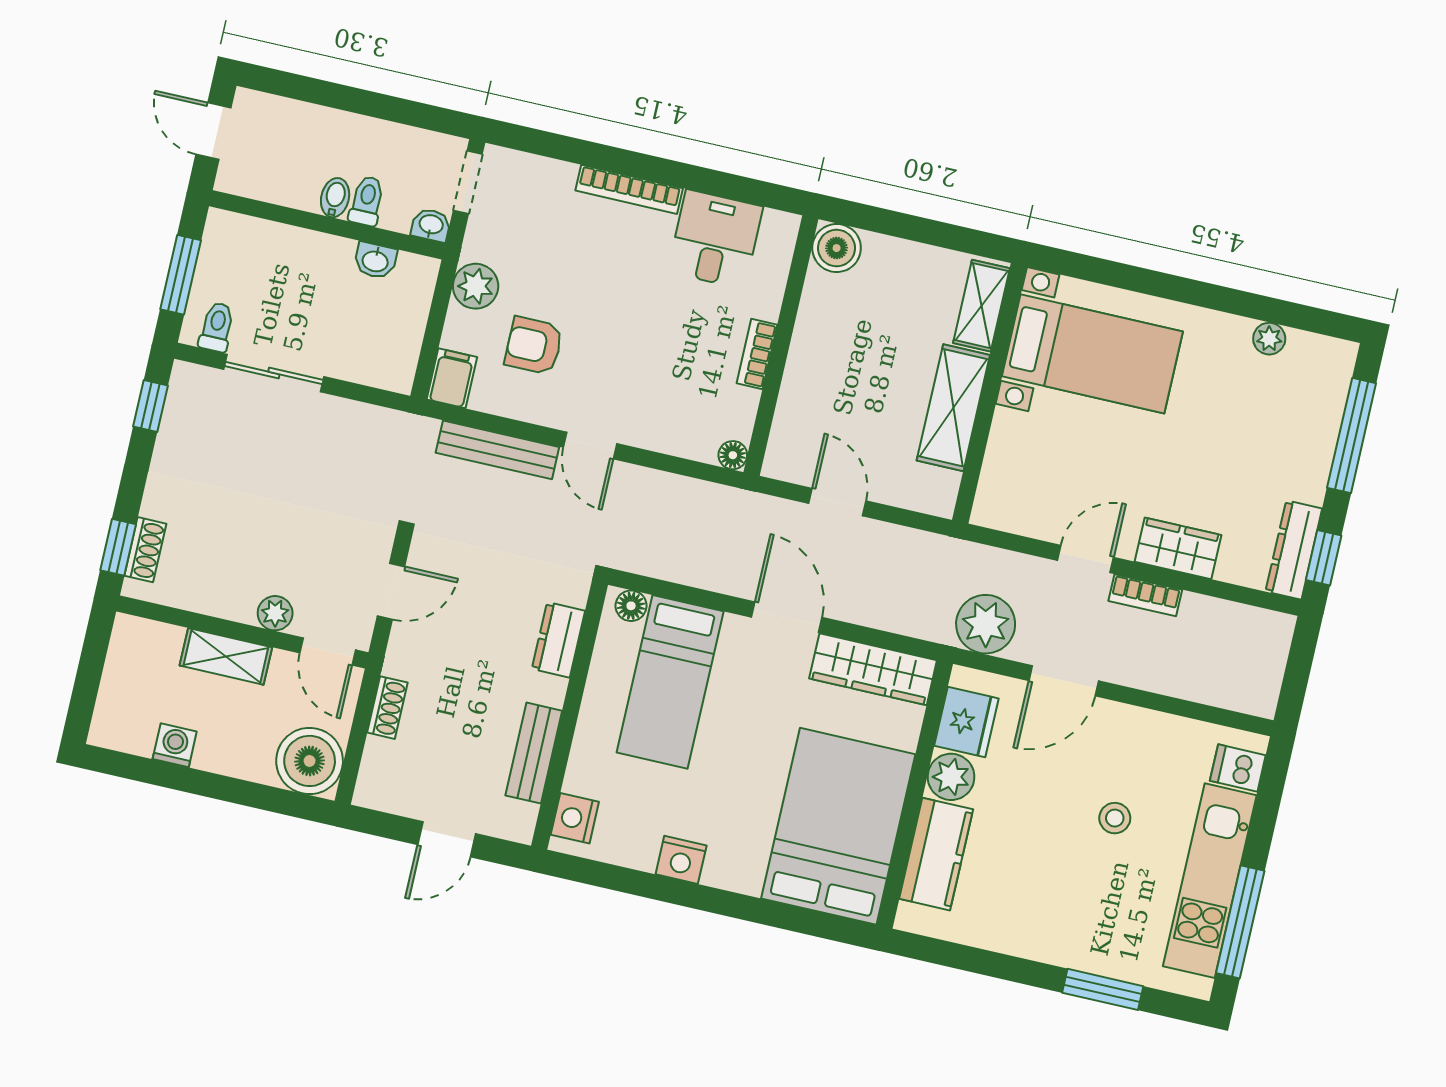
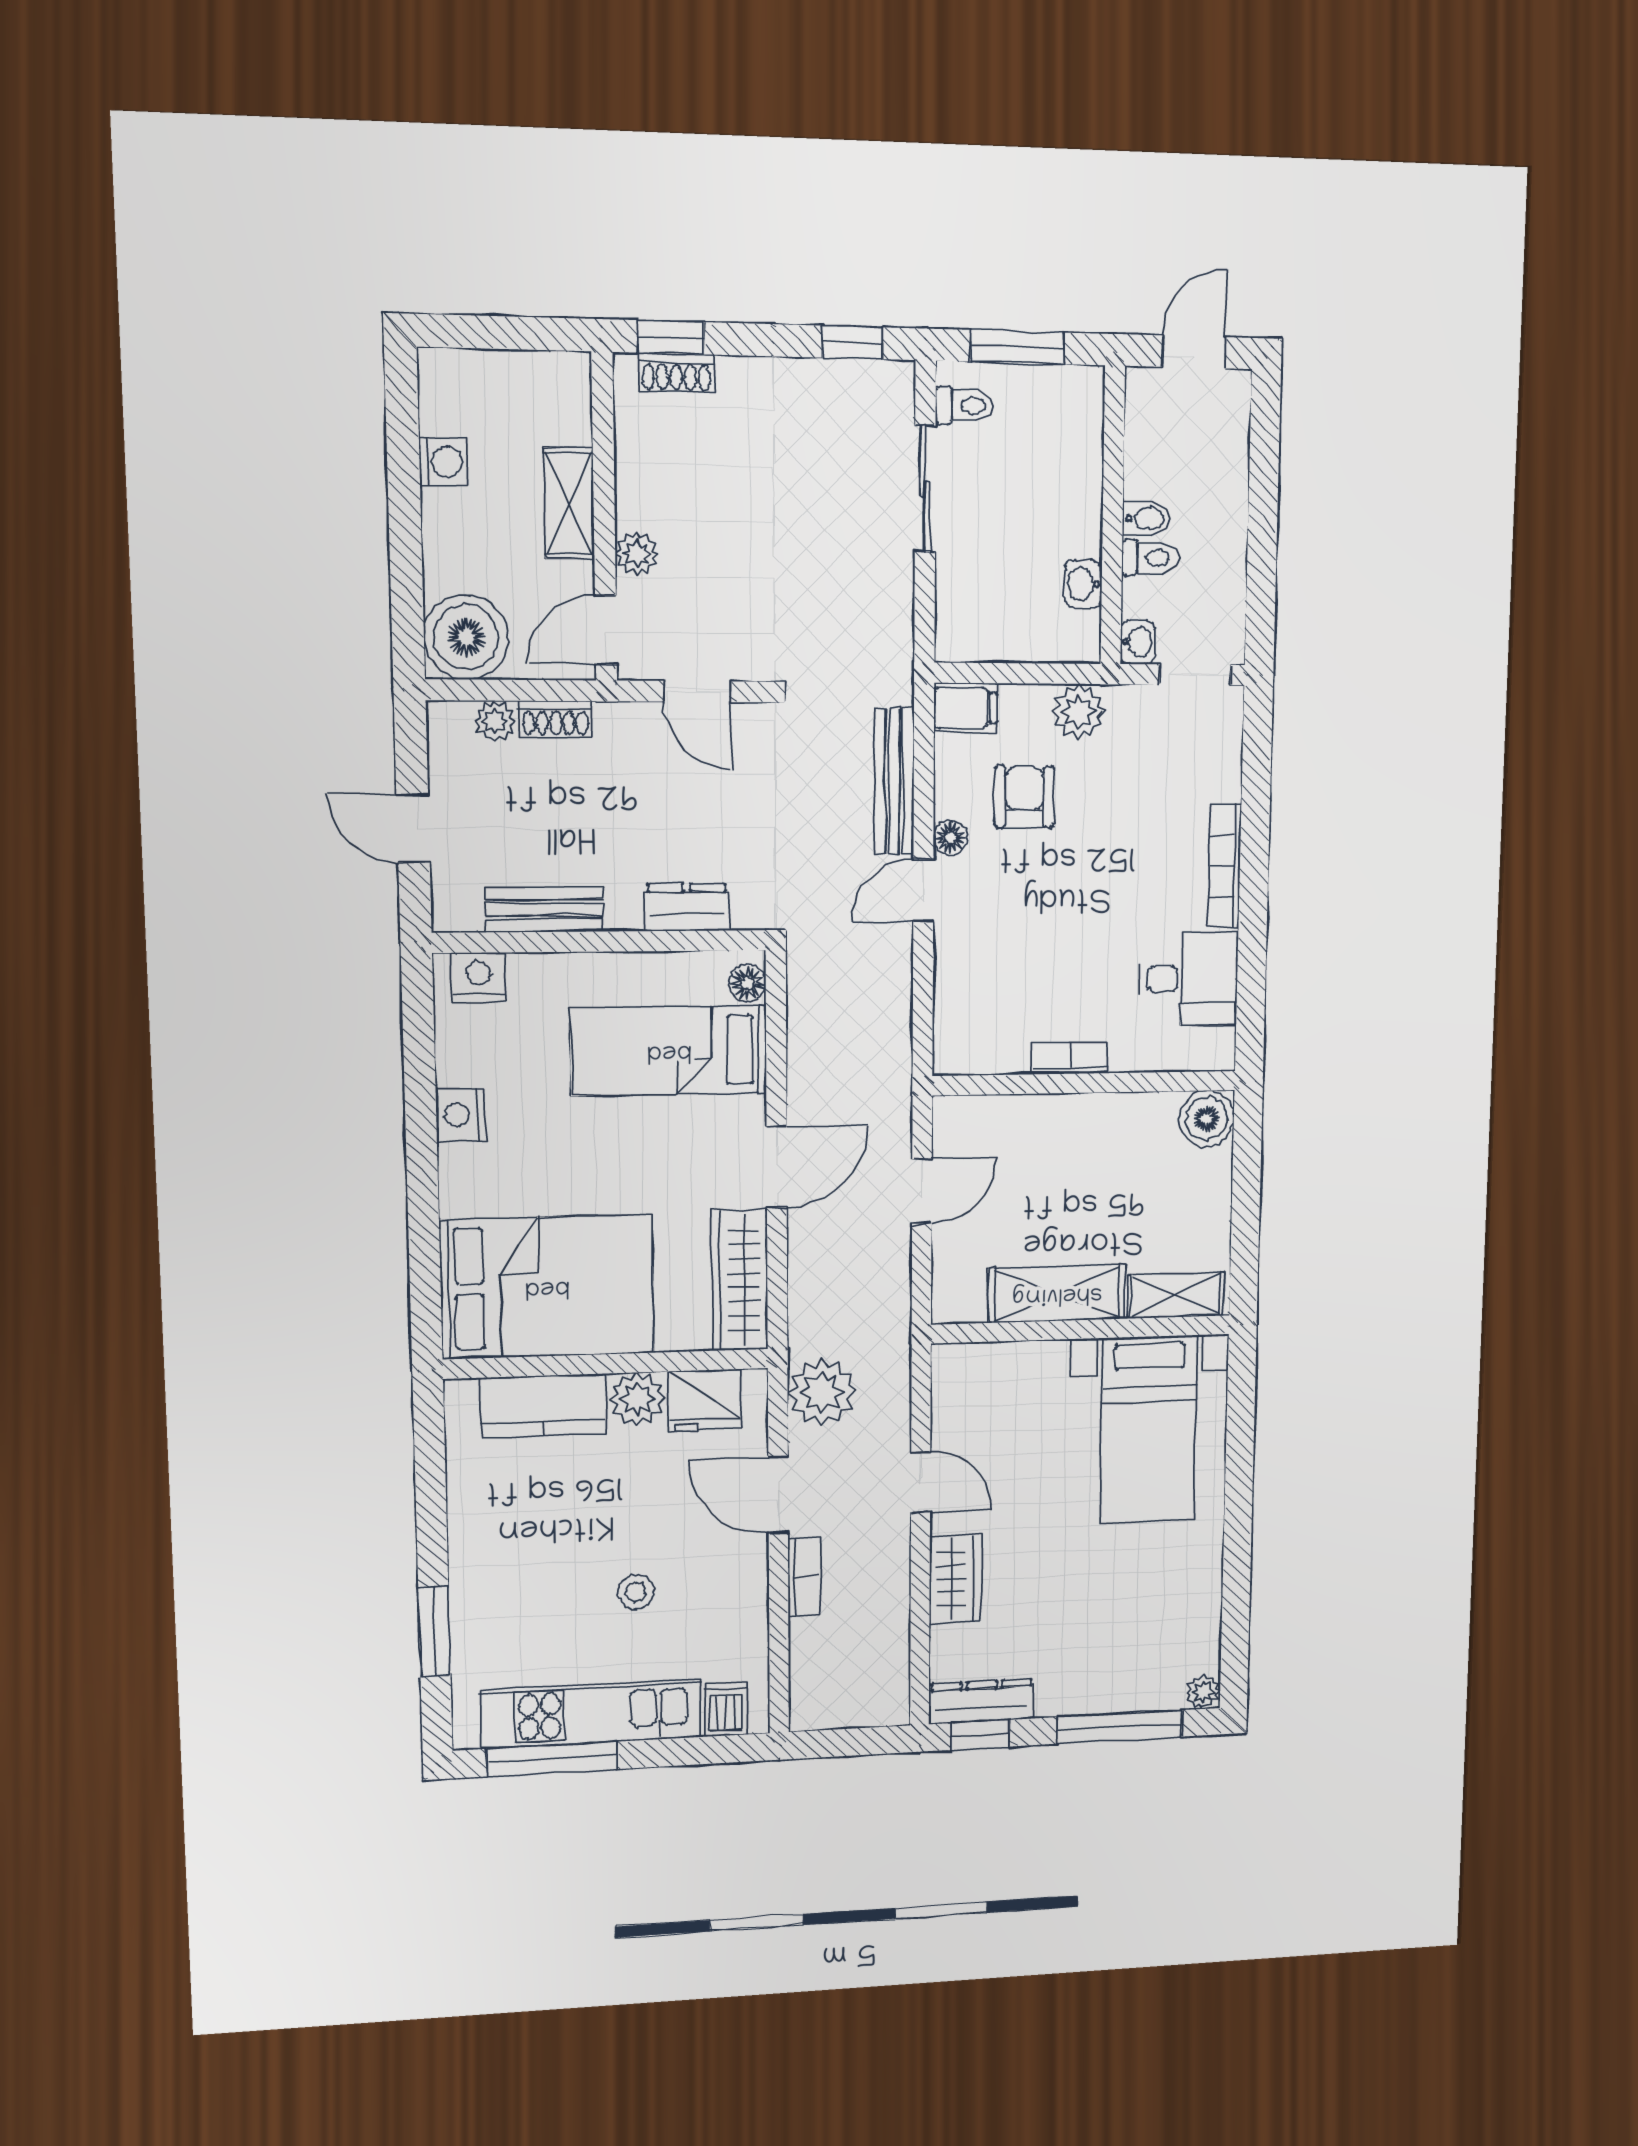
plant: (1269, 339) -> (1203, 1692), moved
floor lamp: (733, 455) -> (950, 838), moved
bookcase: (1145, 595) -> (804, 1577), moved, turned 180
plant: (378, 755) -> (495, 721), added

